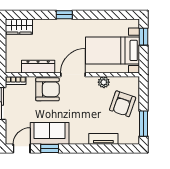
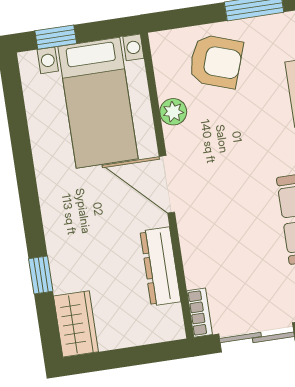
window: (64, 15) -> (41, 275), moved
armchair: (47, 89) -> (209, 237), removed

